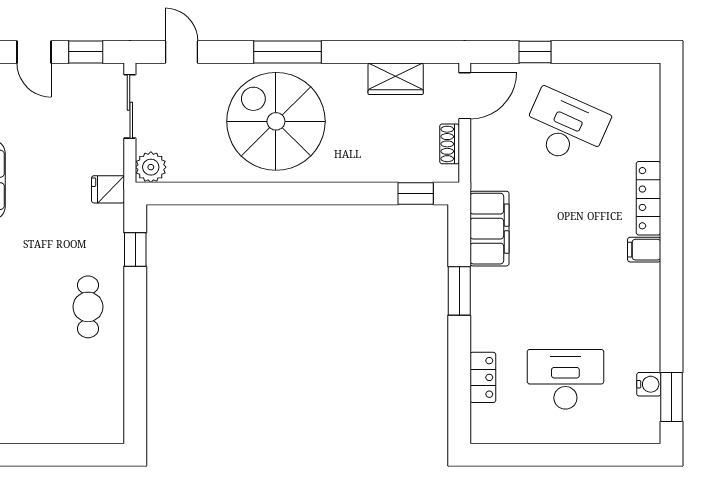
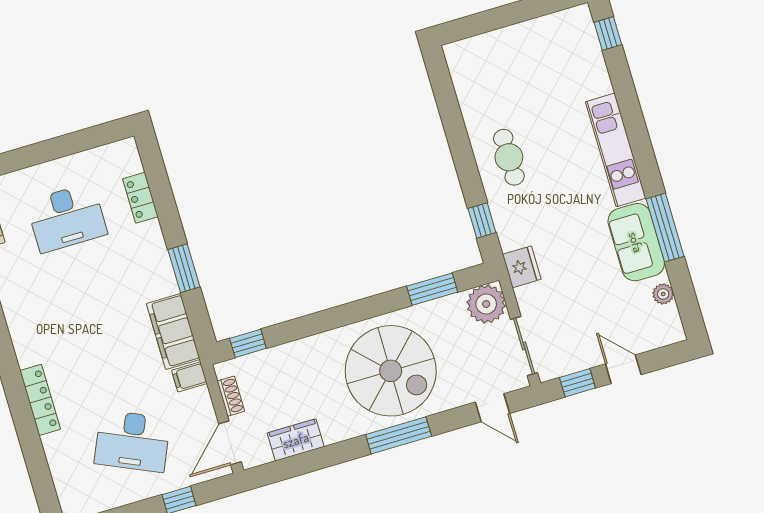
plant: (151, 167) -> (486, 304), width x1.36, depth x1.36
fridge: (108, 189) -> (522, 267), width x1.38
window: (208, 193) -> (432, 289), added
filing cabinet: (644, 250) -> (189, 377), moved, turned 180

